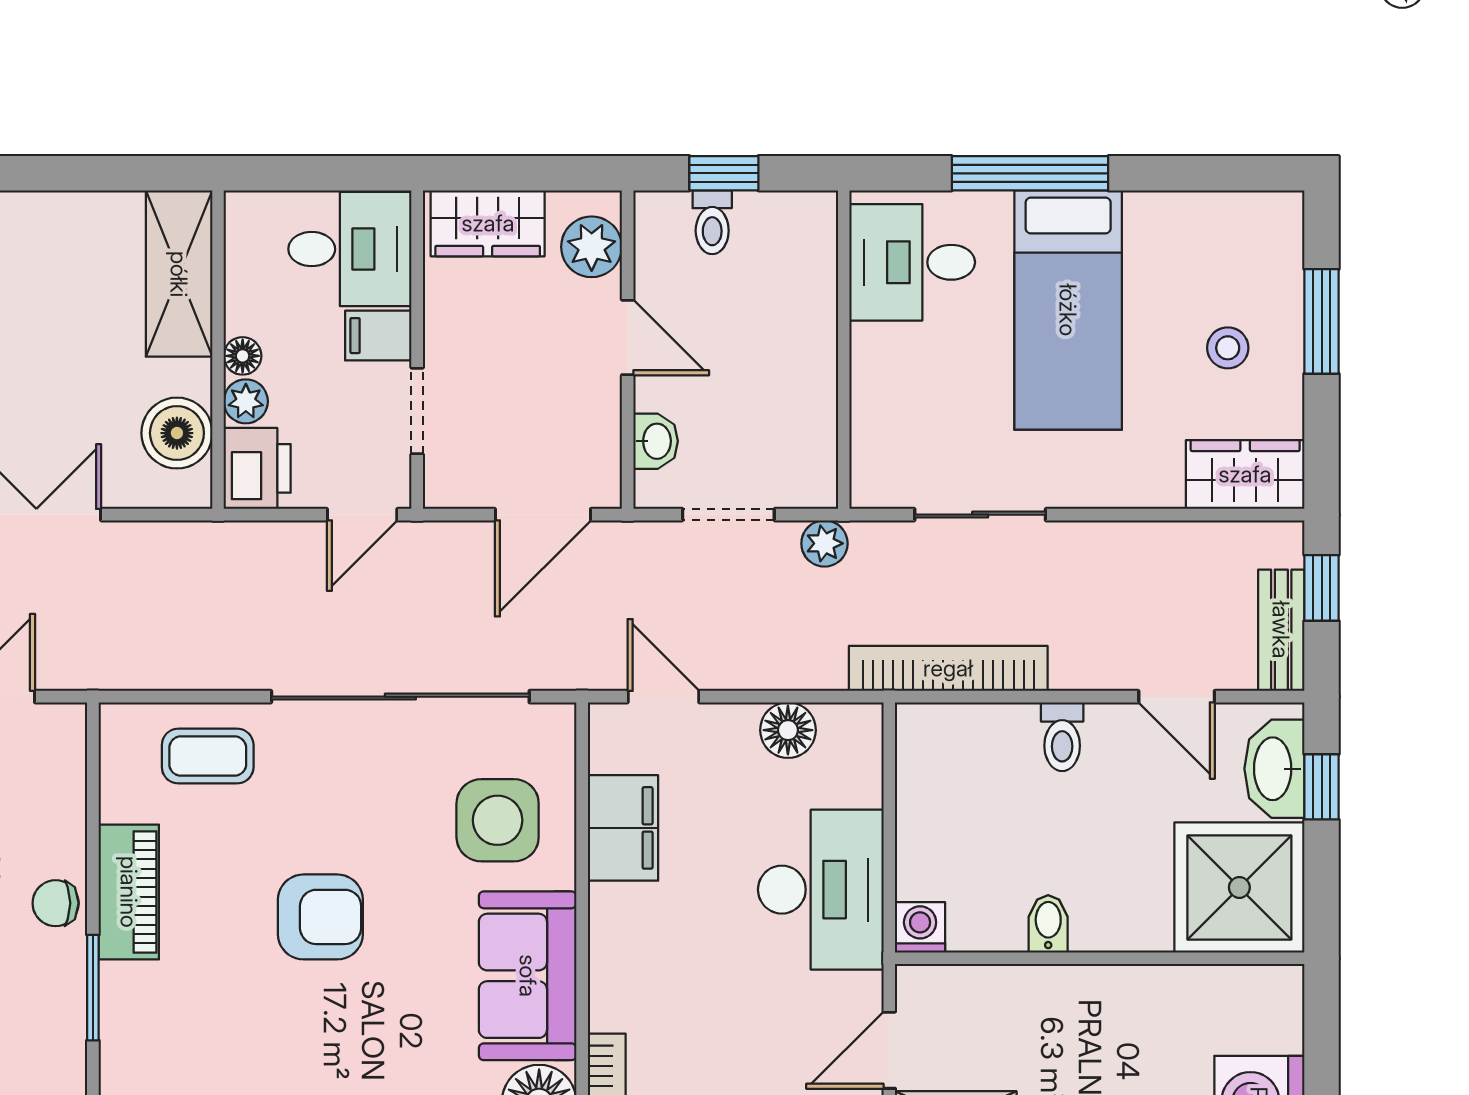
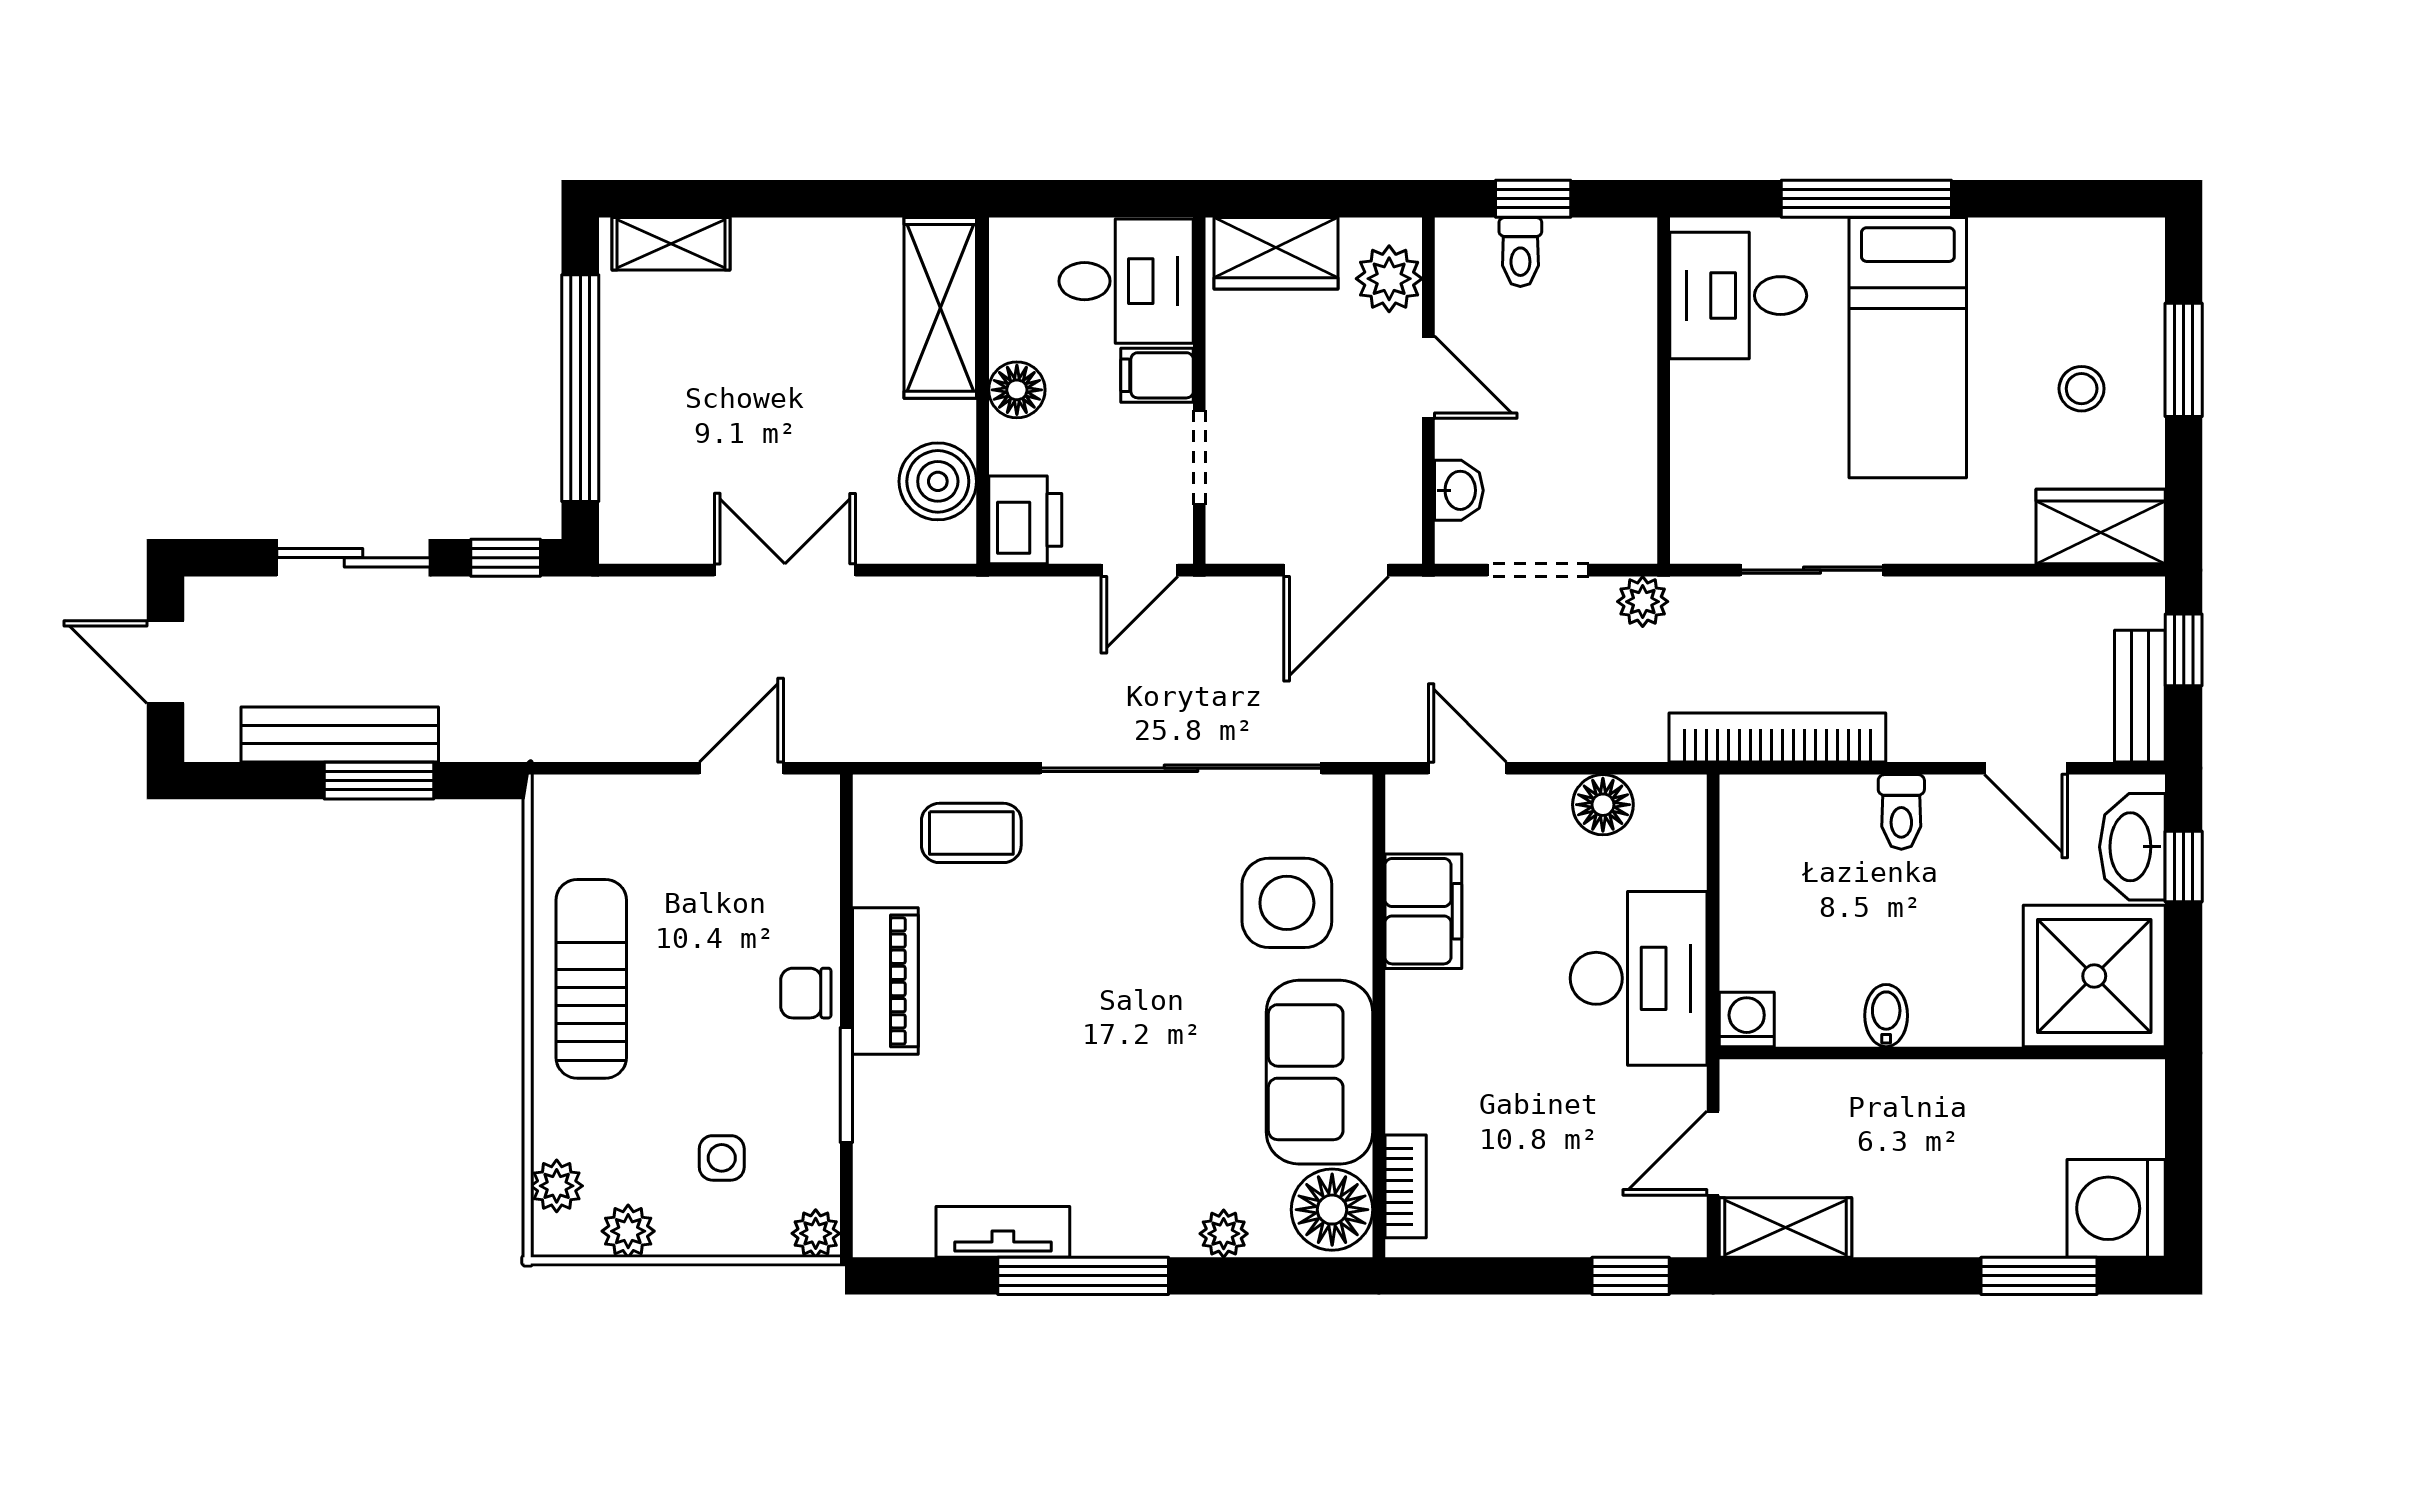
floor lamp: (243, 356) -> (1017, 390), width x1.37, depth x1.37
plant: (246, 401) -> (1013, 447), removed
armchair: (320, 917) -> (1094, 1008), removed

